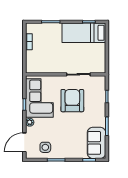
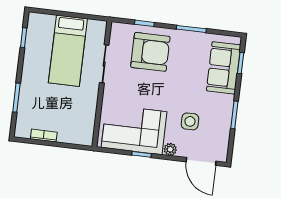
bed: (84, 33) -> (68, 51), moved
armchair: (72, 101) -> (150, 52), moved, turned 180
sofa: (97, 143) -> (224, 68), moved, turned 90
side table: (45, 147) -> (190, 121), moved

